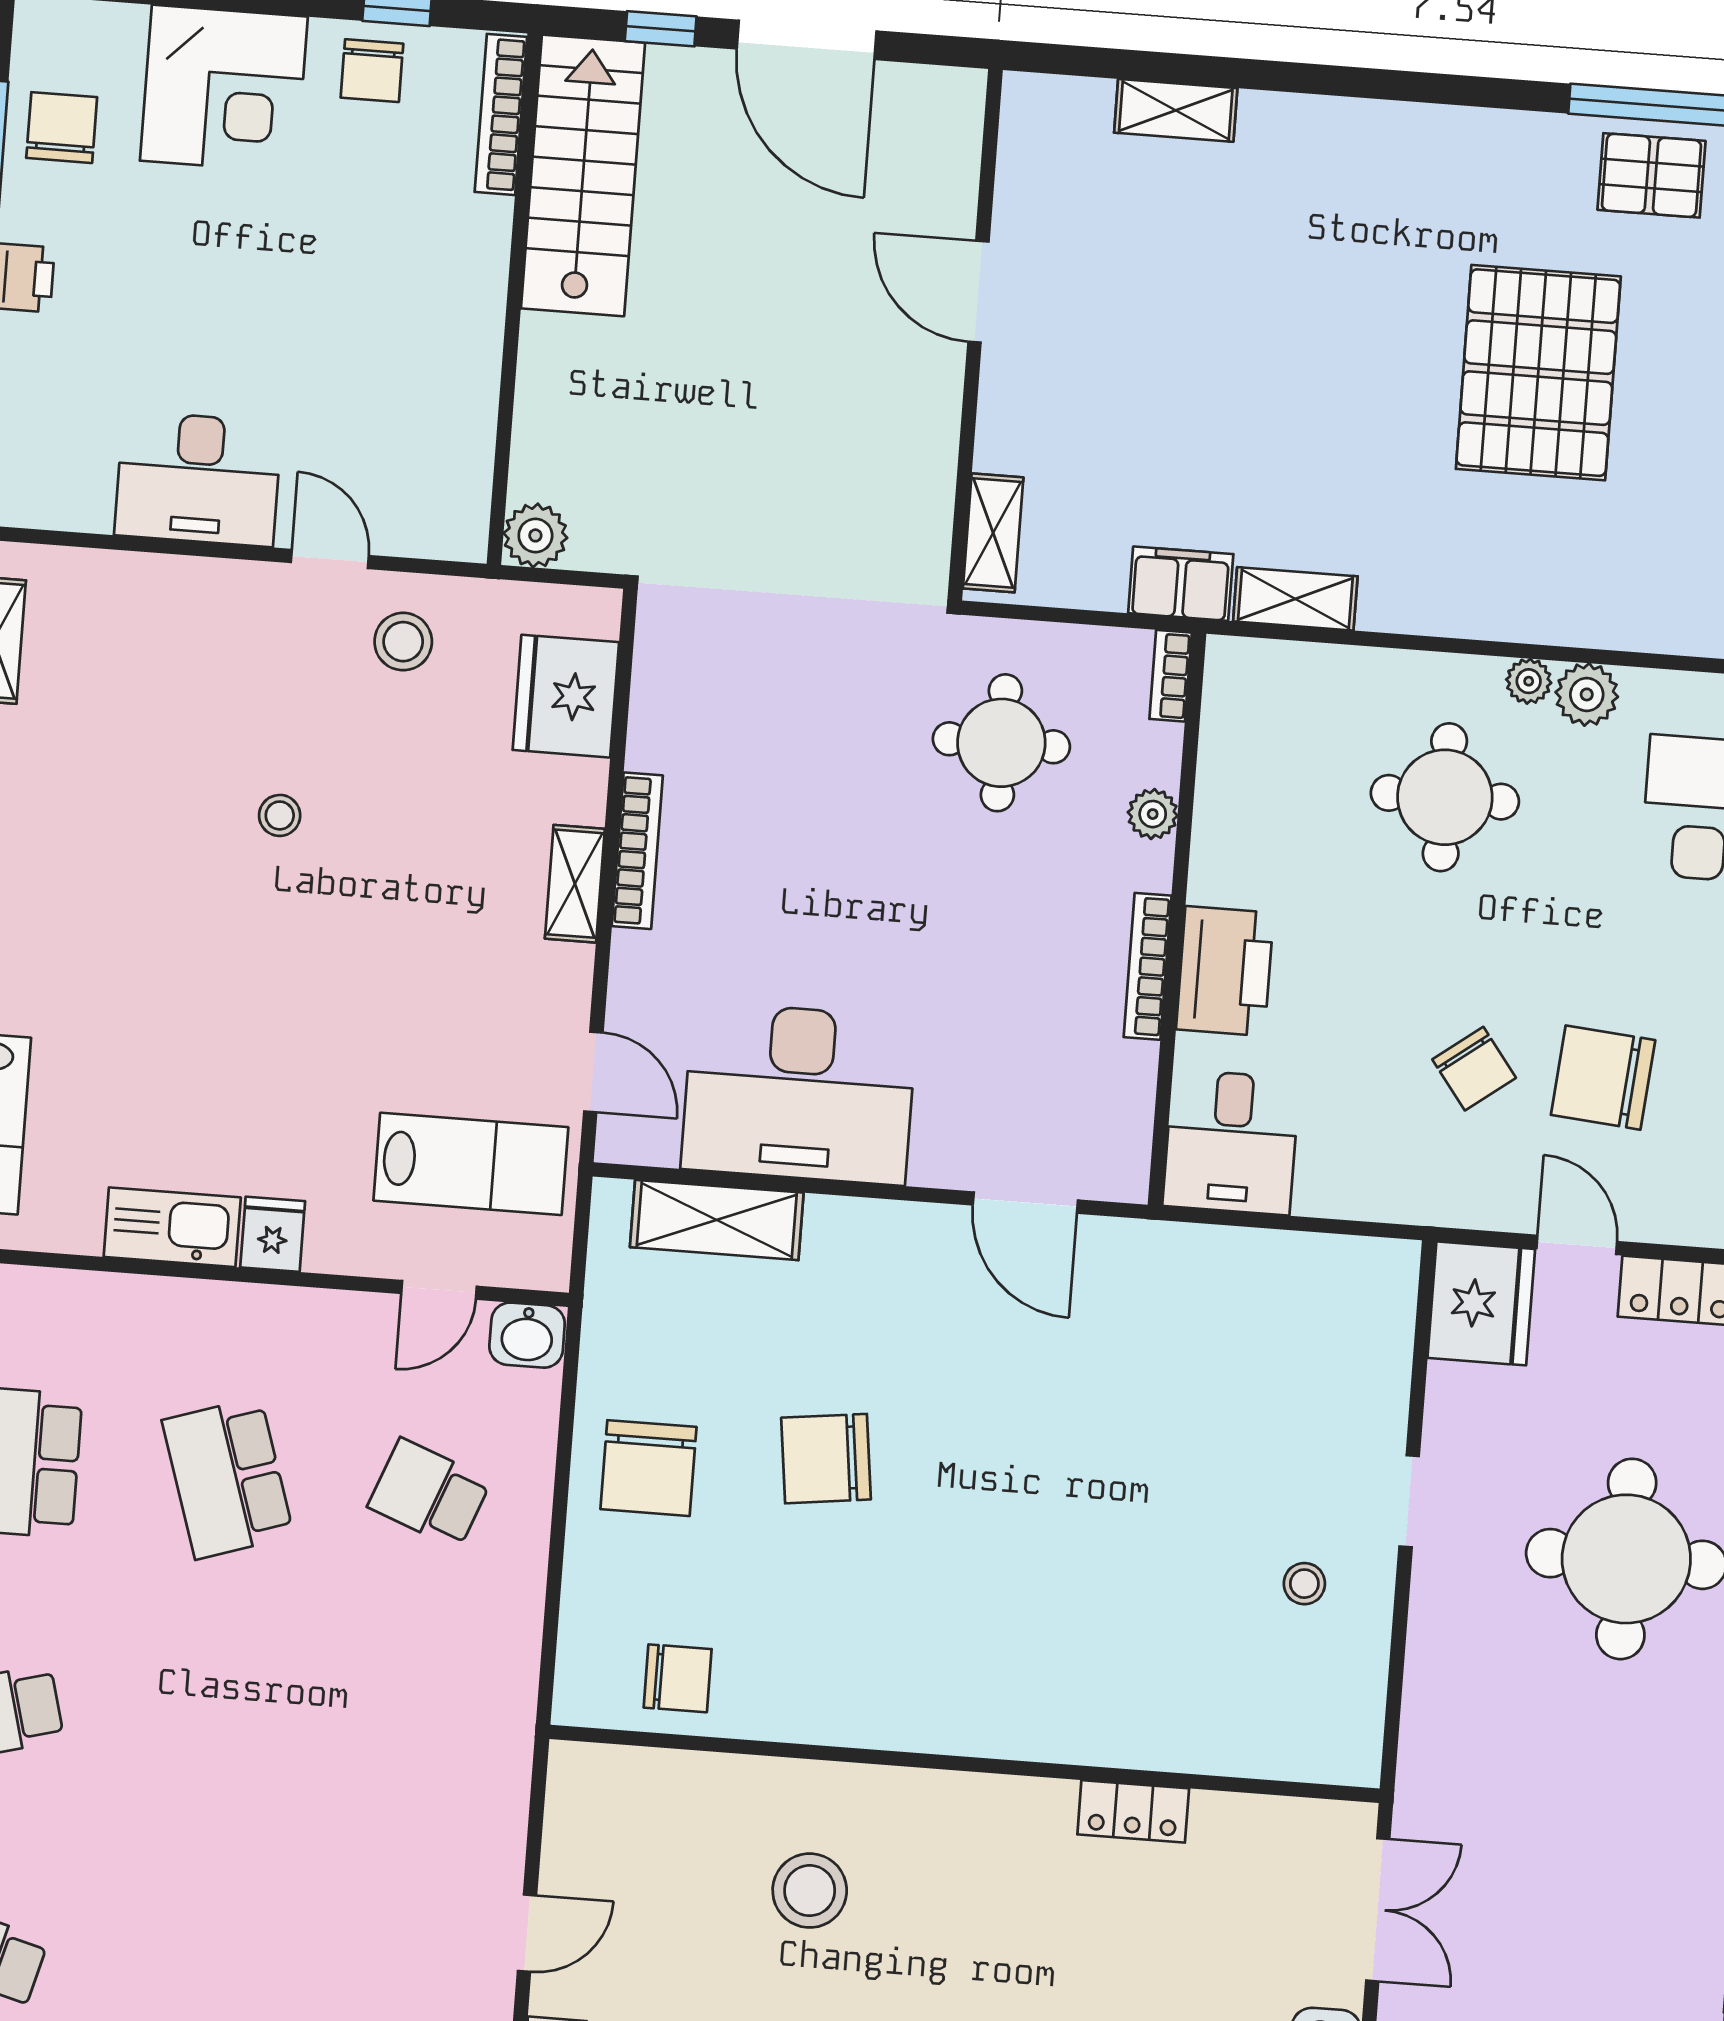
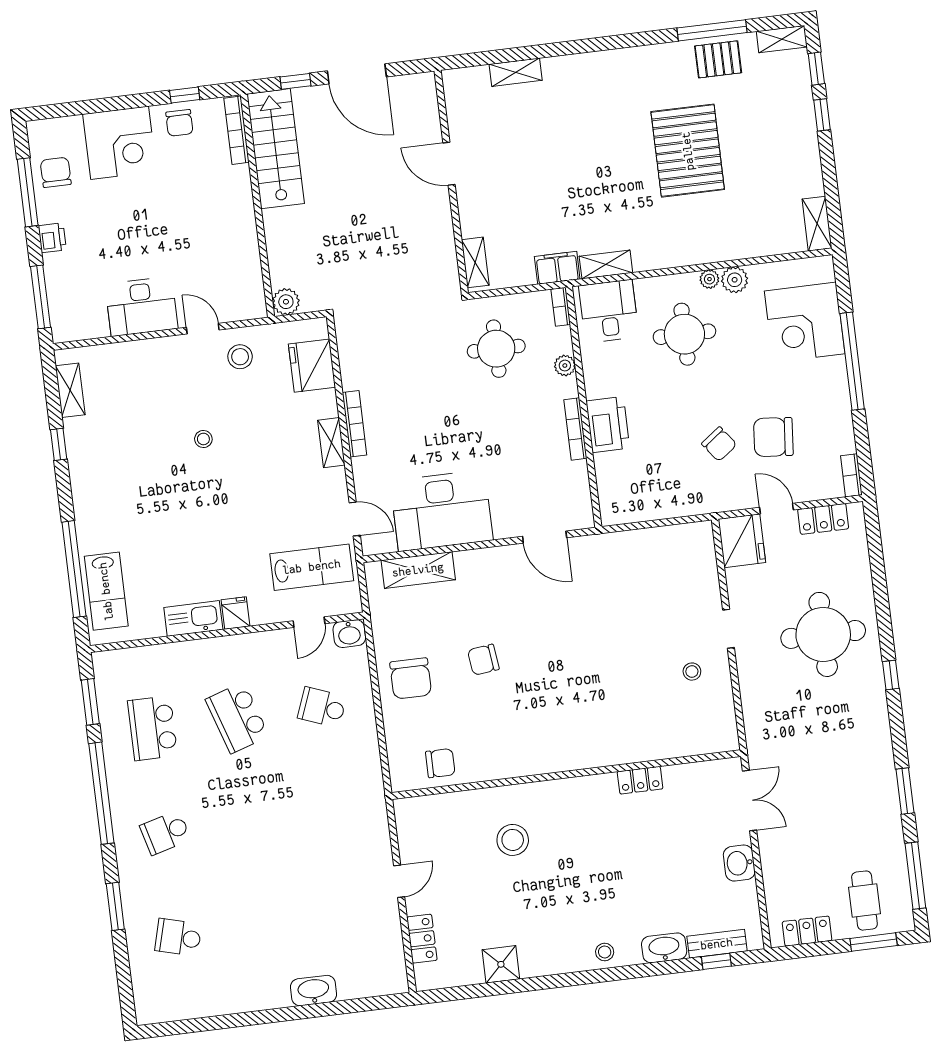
desk: (1231, 1142) -> (609, 311), moved, turned 180
chair: (826, 1459) -> (483, 660), width x0.73, depth x0.73

